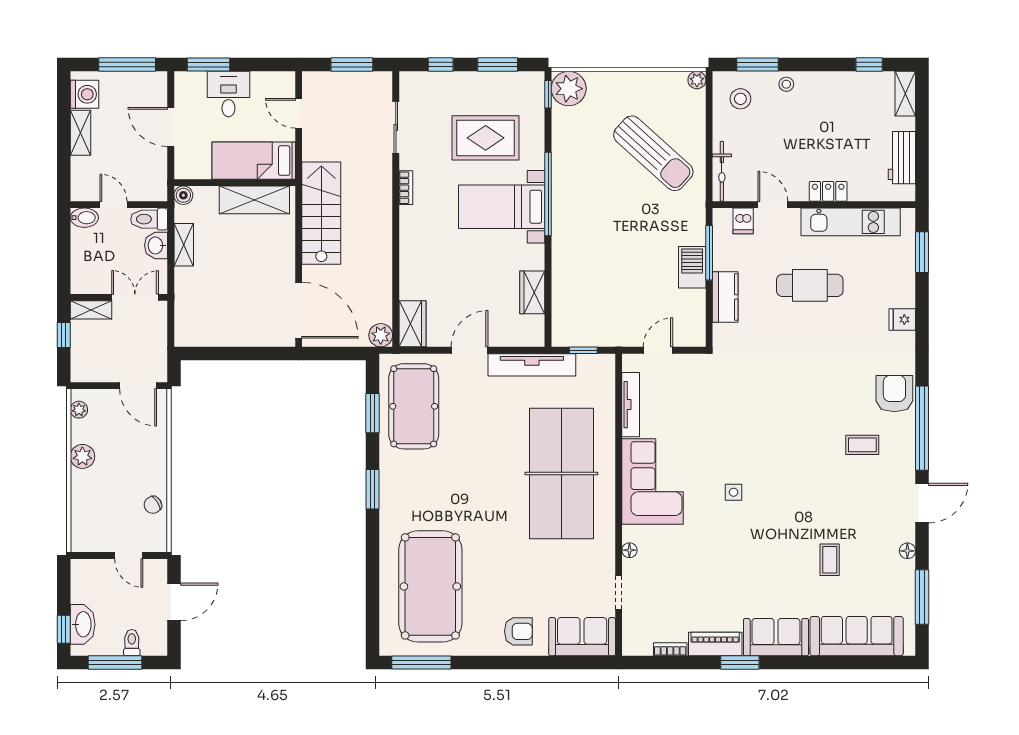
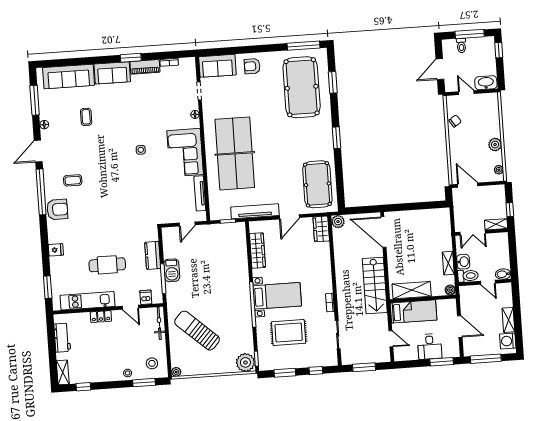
wardrobe: (532, 292) -> (257, 251), width x1.50
armchair: (894, 394) -> (57, 209), turned -90
window: (373, 413) -> (333, 82), moved
washbasin: (83, 624) -> (486, 83), moved, turned 90

